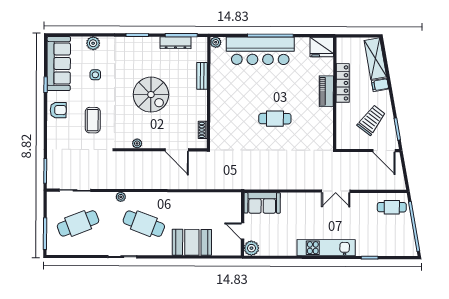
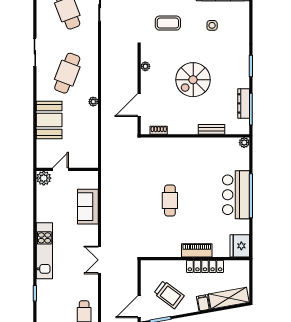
plant: (93, 43) -> (243, 23), removed
bar counter: (260, 51) -> (236, 195), width x0.73
plant: (121, 197) -> (93, 102), moved
sofa: (262, 203) -> (88, 207), moved

